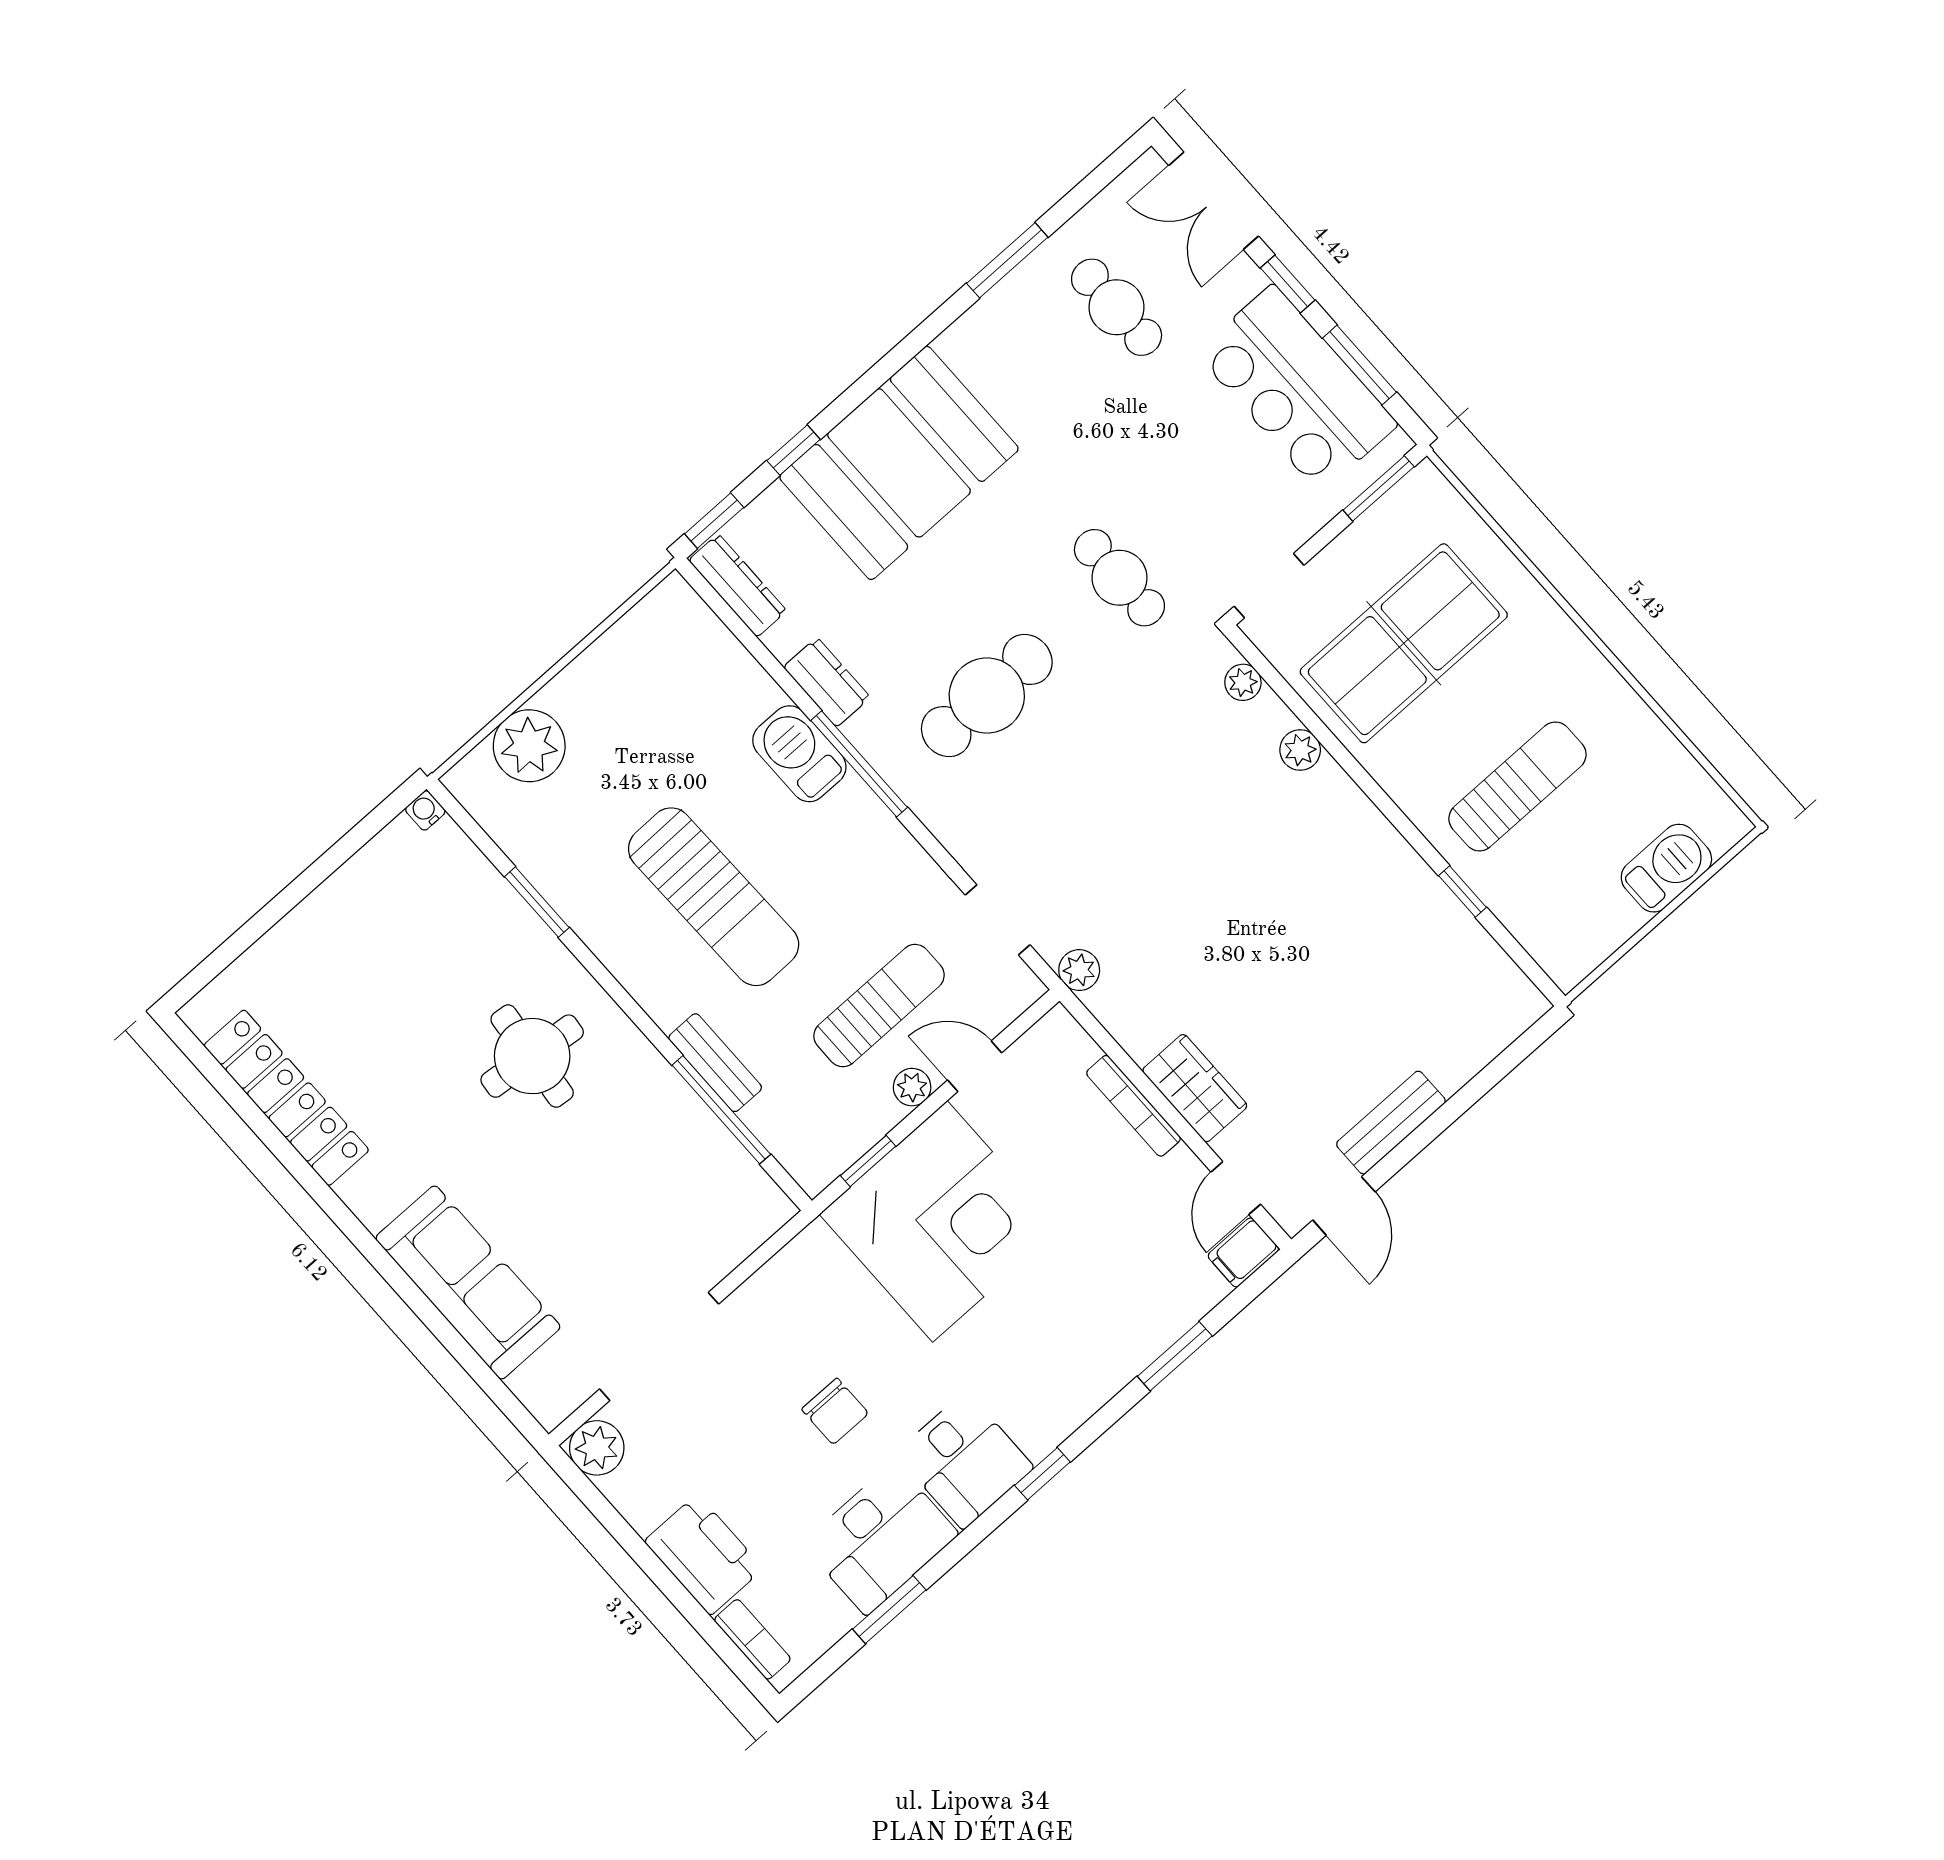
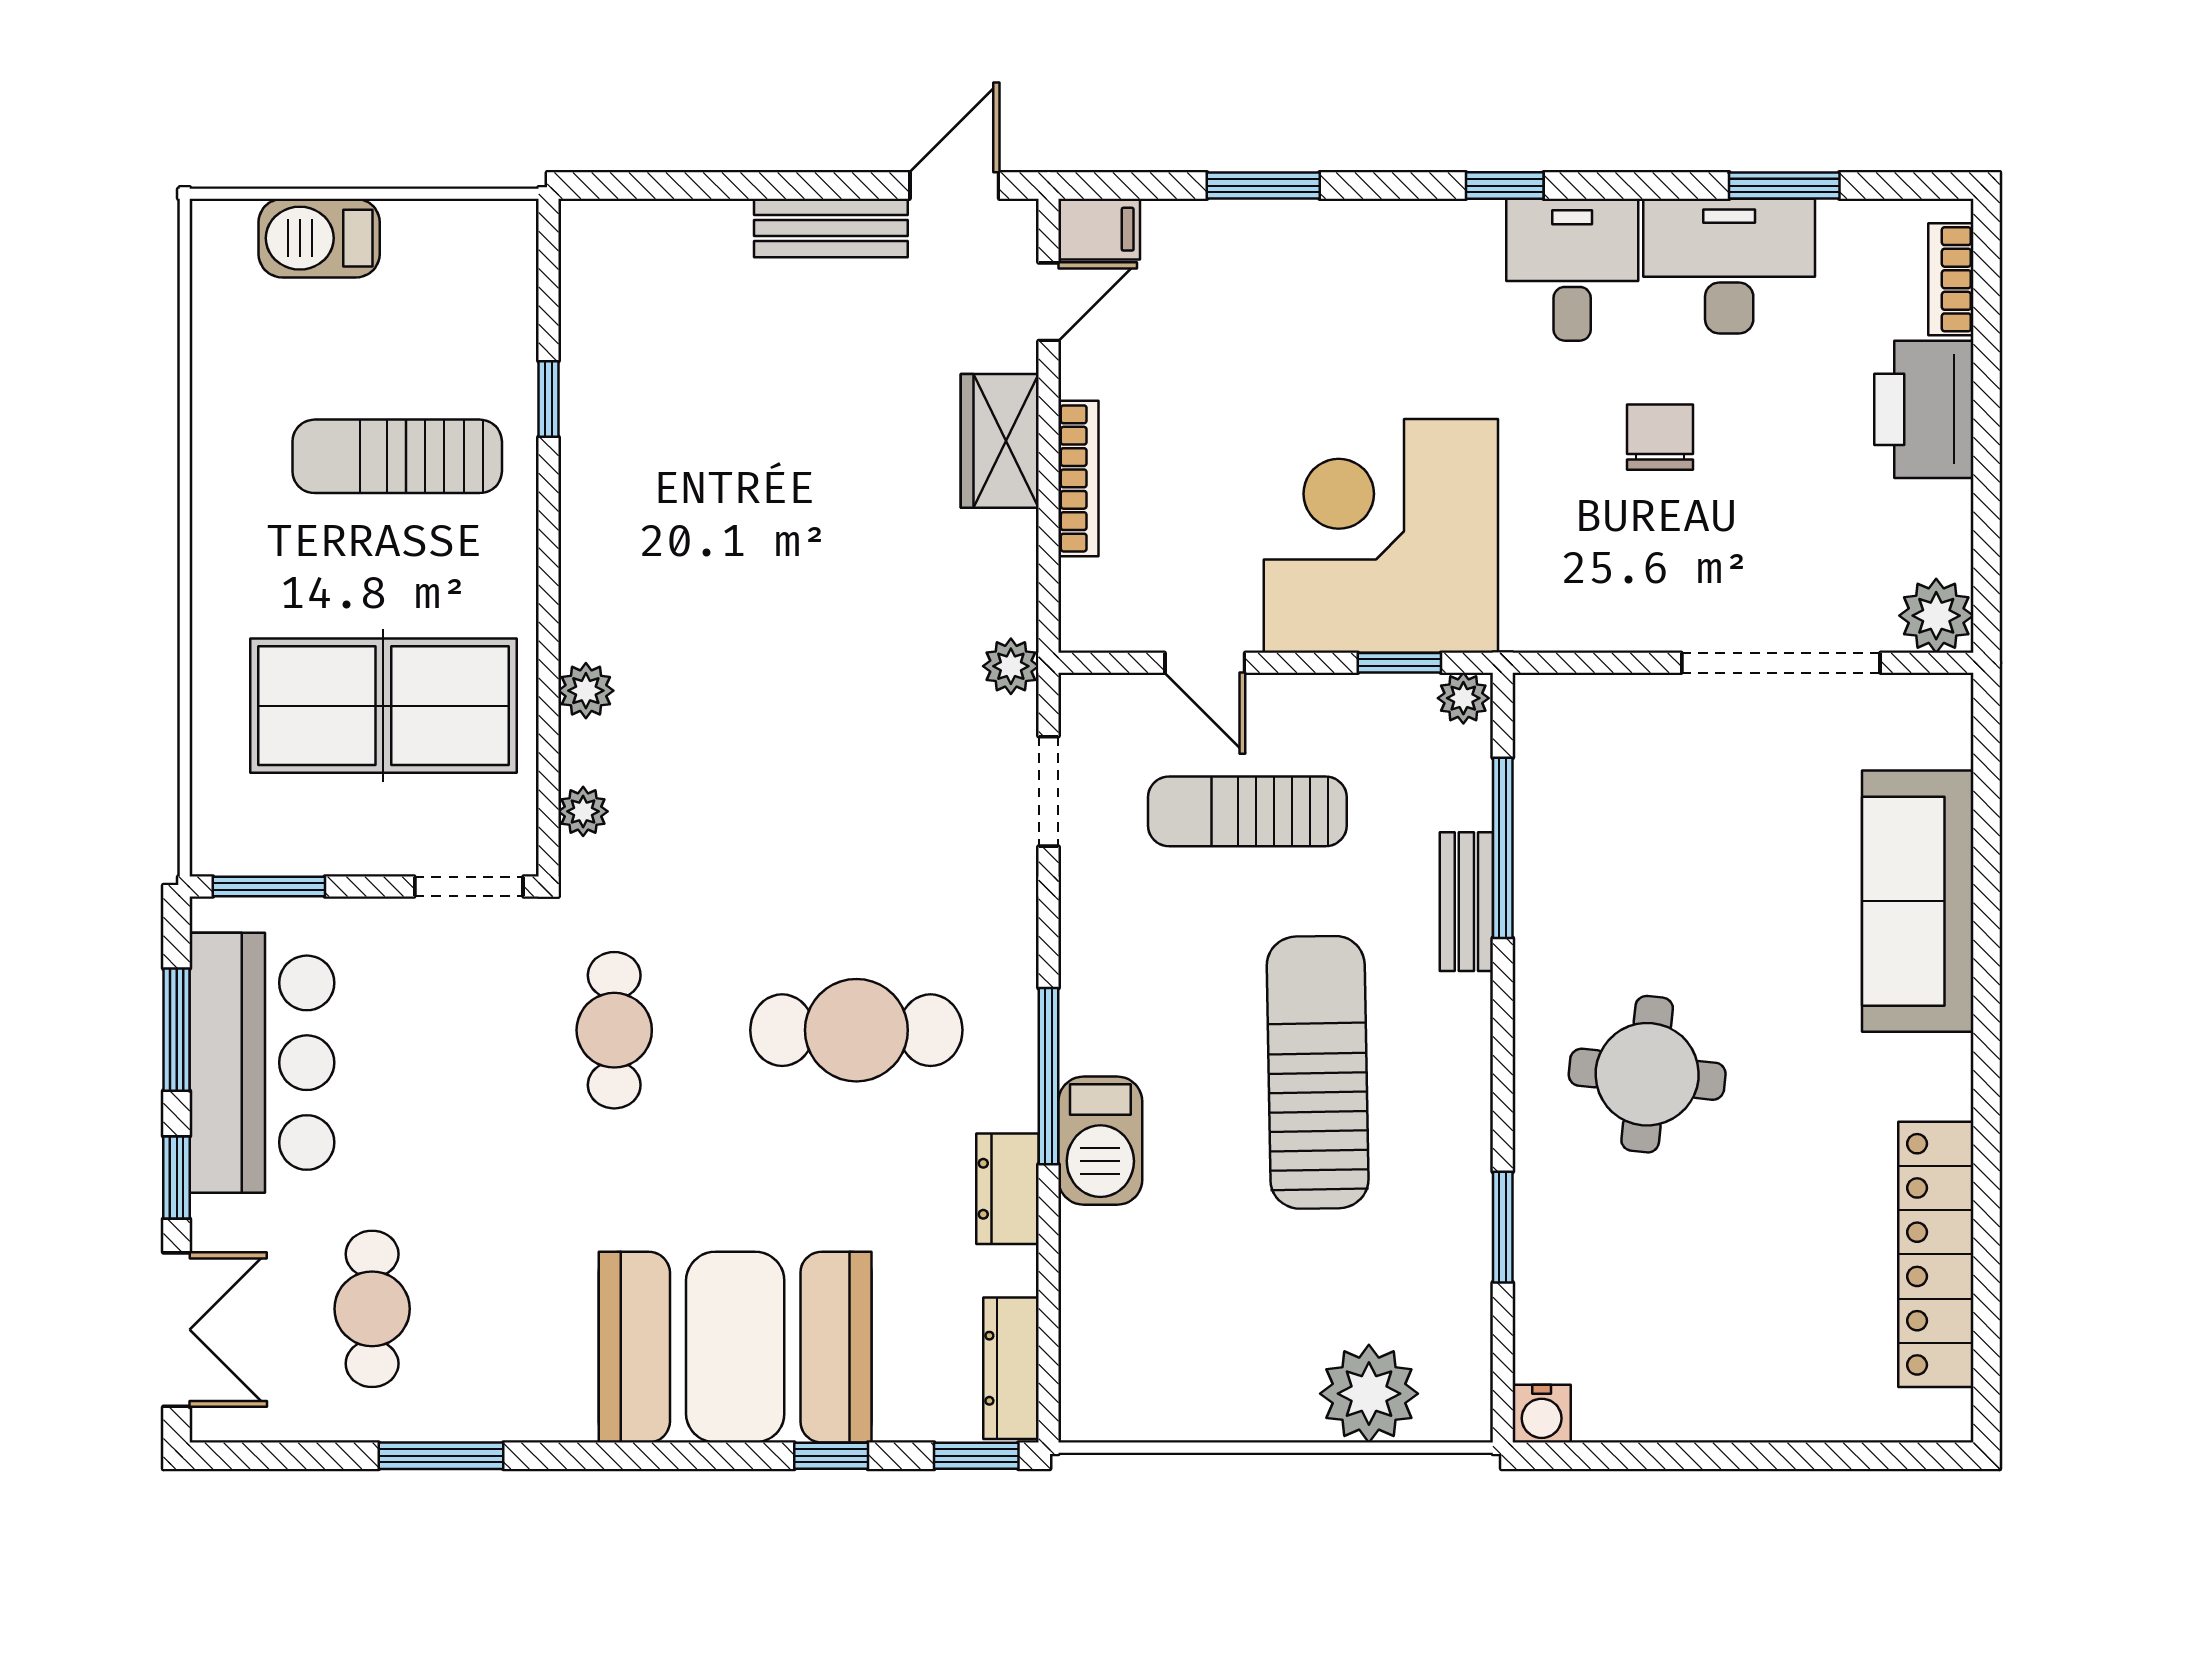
water cooler: (425, 810) -> (1542, 1414), width x1.38, depth x1.38
plant: (912, 1087) -> (1463, 698), moved

